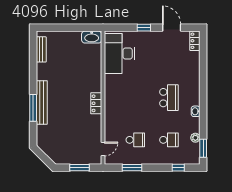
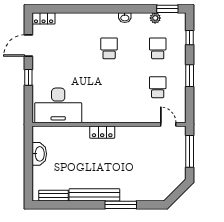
washbasin: (92, 37) -> (39, 154), moved
school desk: (169, 98) -> (109, 48), width x0.54
bench: (42, 102) -> (94, 195), moved
locker: (96, 103) -> (102, 132), moved
window: (80, 168) -> (190, 151), width x1.44
window: (132, 168) -> (190, 76), moved

